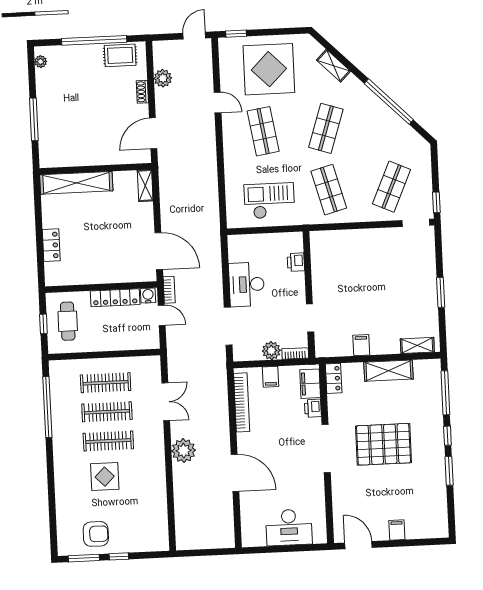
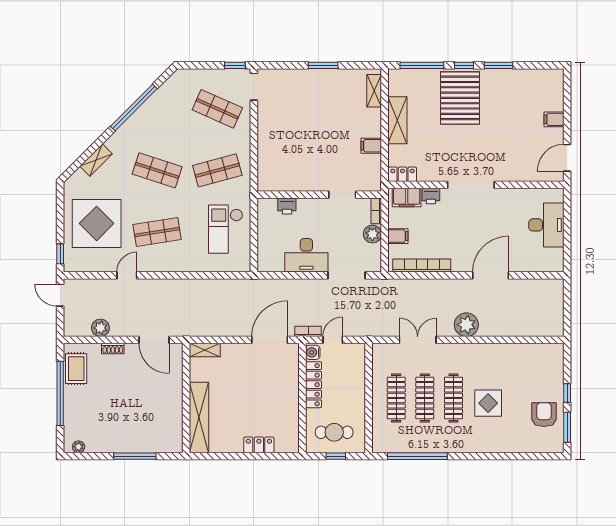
pallet: (383, 444) -> (460, 98), moved

